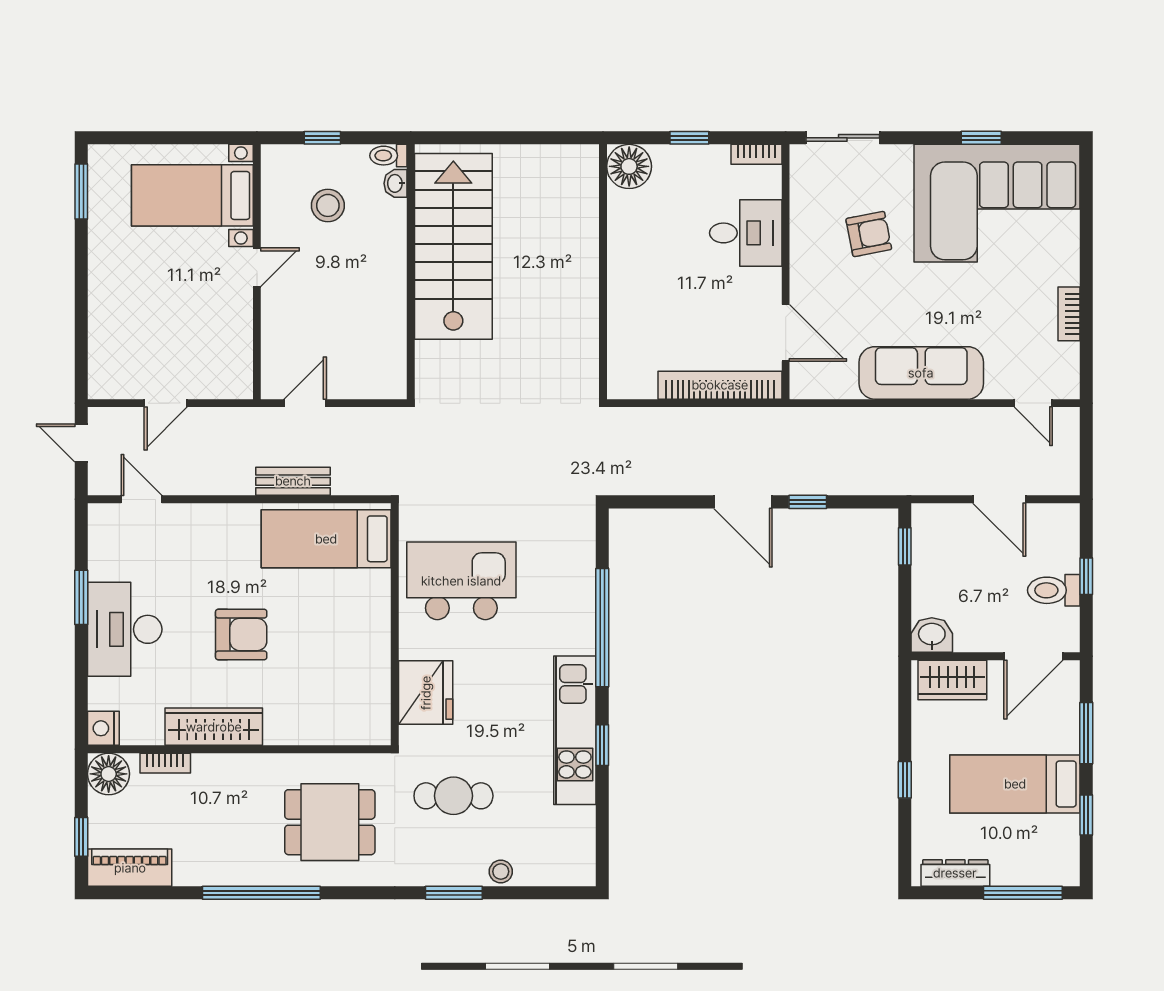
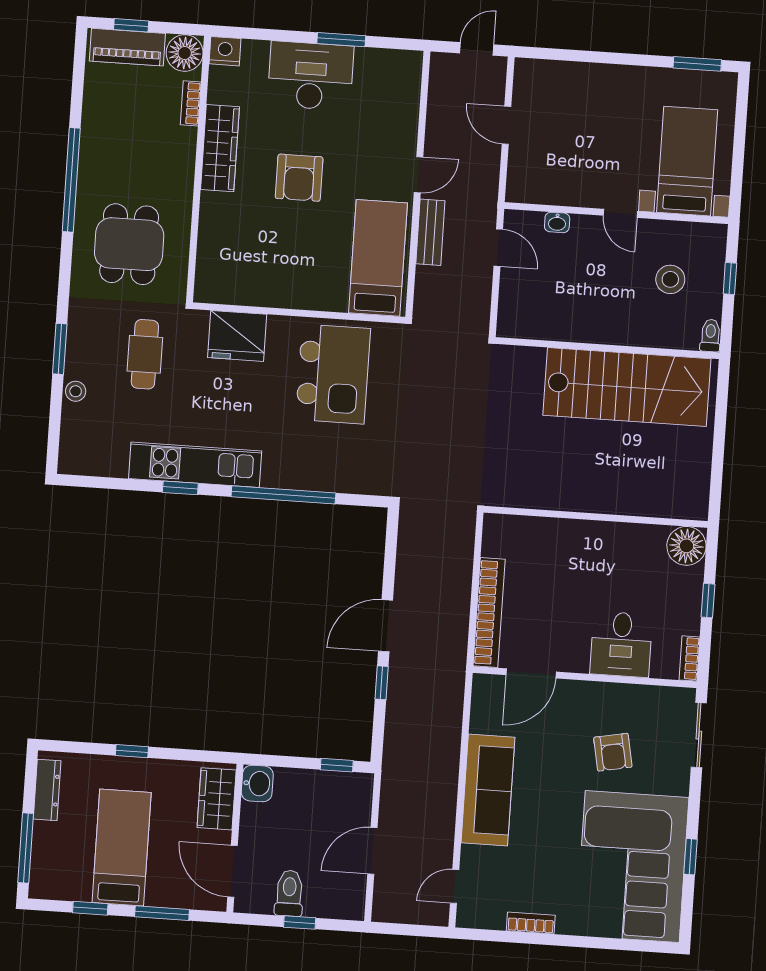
washbasin: (396, 183) -> (557, 222), moved, turned 180
door: (141, 499) -> (418, 175), moved
piano: (130, 868) -> (127, 47), moved, turned 90

